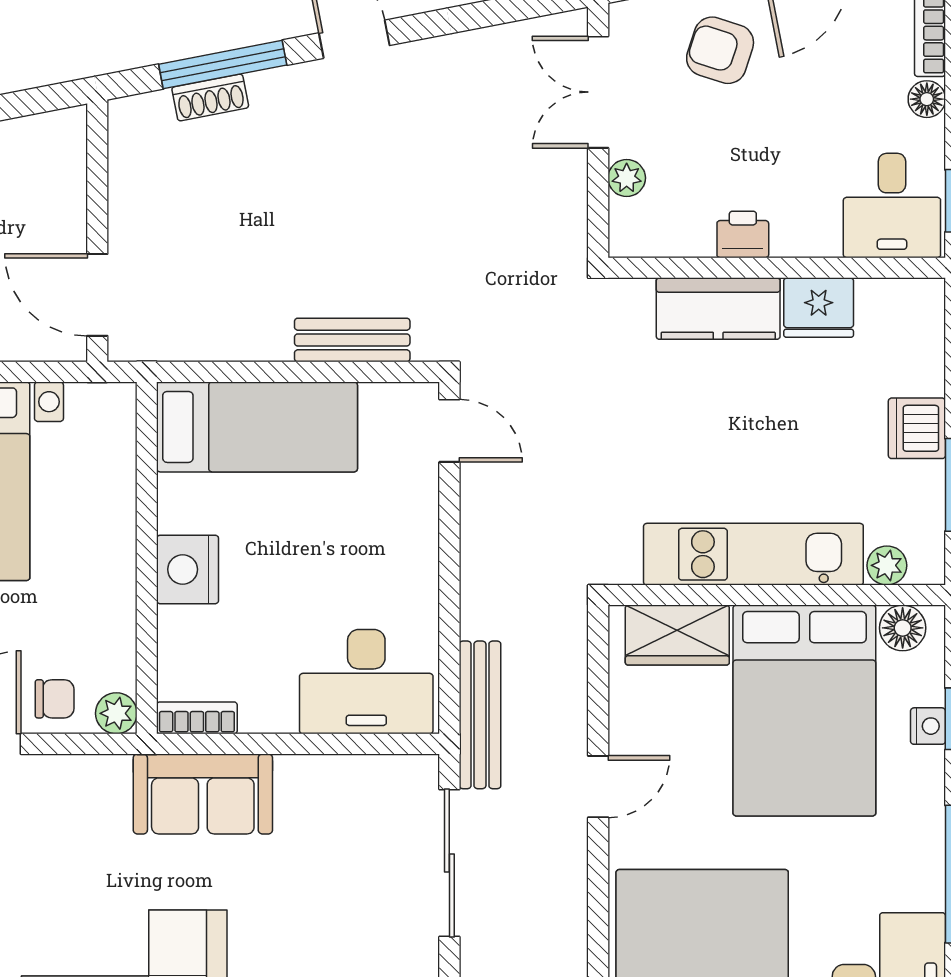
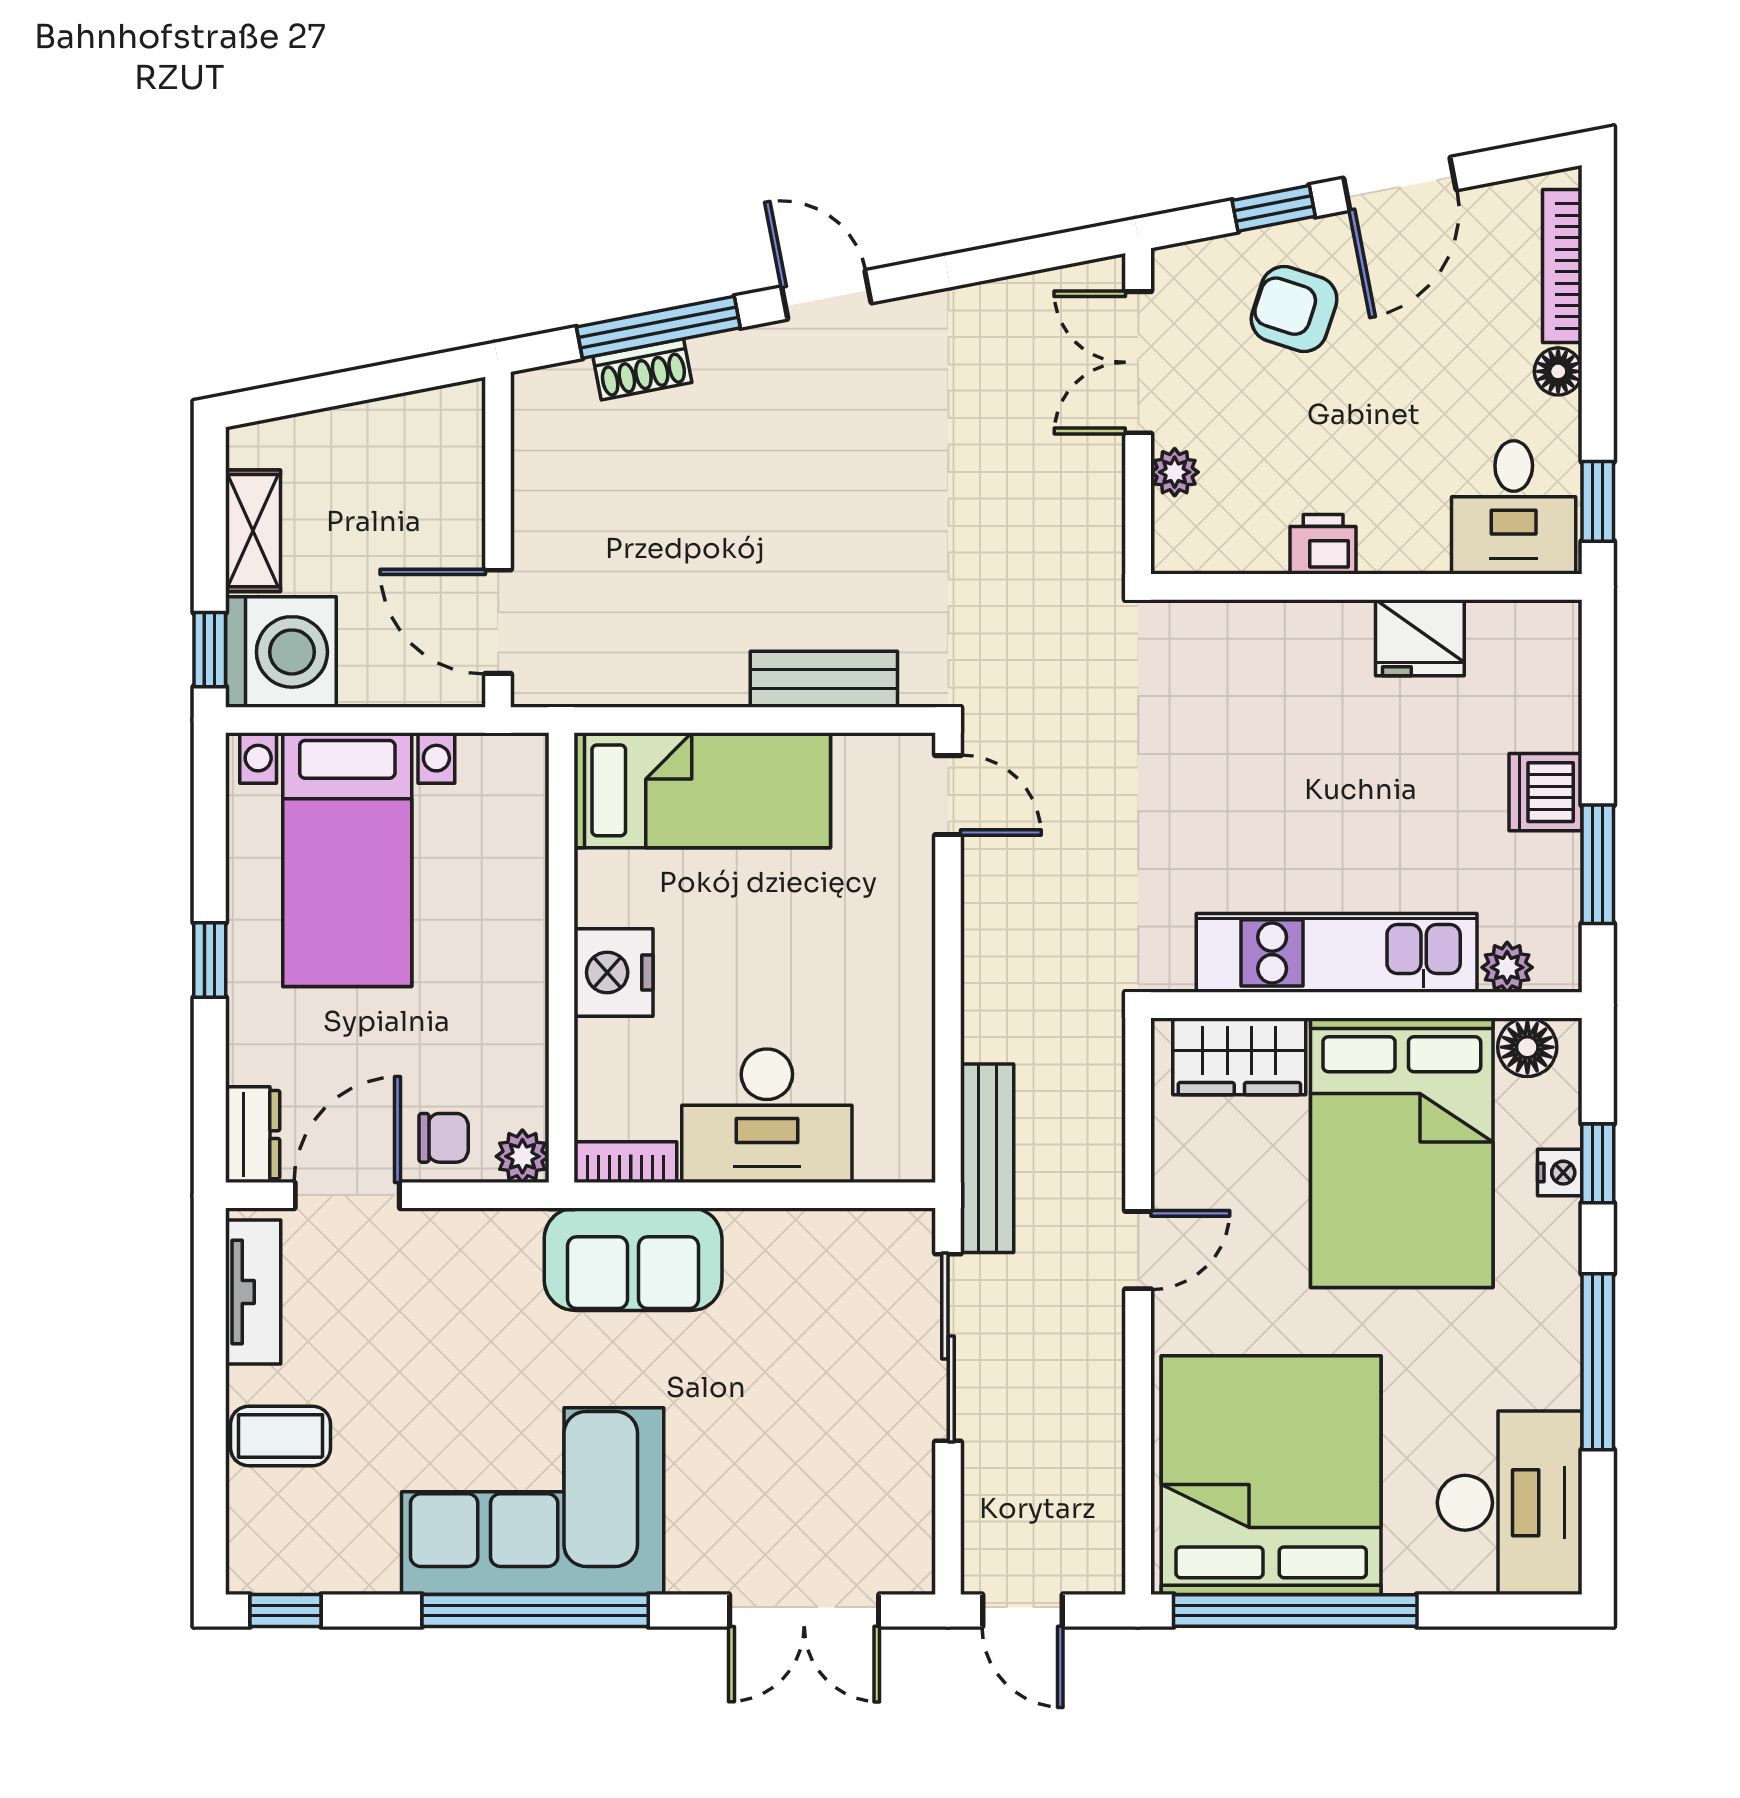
kitchen counter: (718, 309) -> (1292, 639), removed
desk: (366, 682) -> (767, 1116), moved

